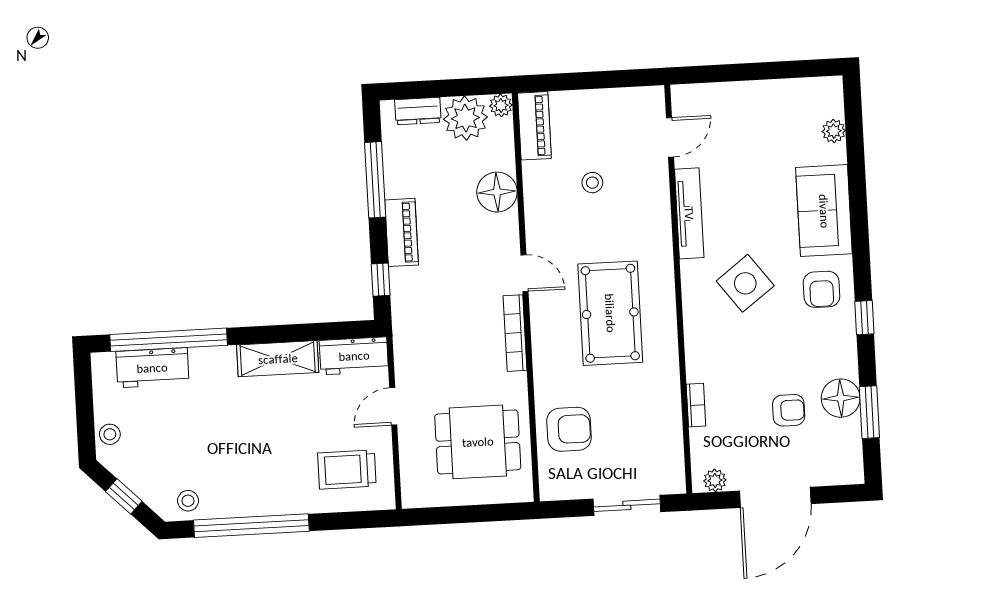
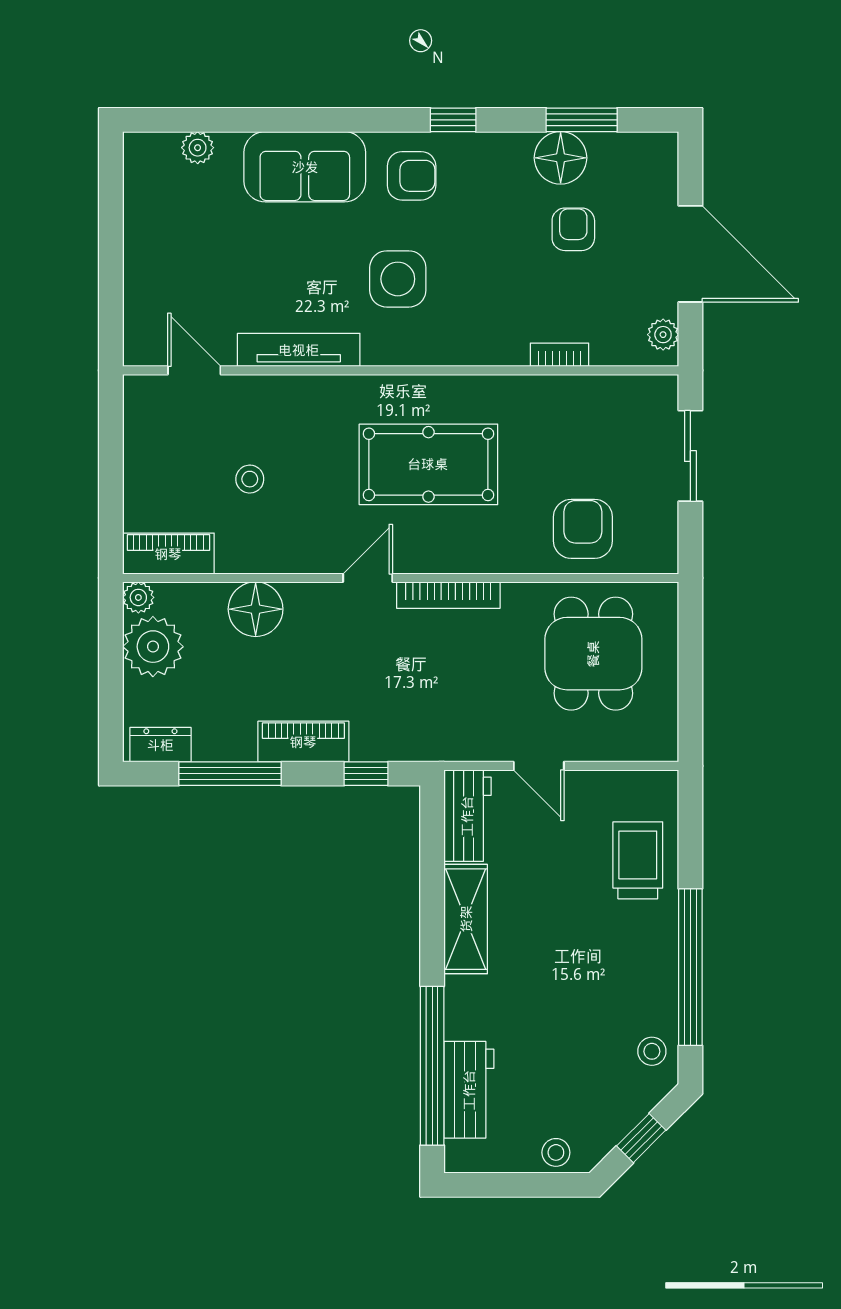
dresser: (418, 111) -> (160, 745), moved, turned -90
side table: (745, 283) -> (398, 279), turned 37
trolley: (347, 470) -> (638, 860), moved, turned 180

